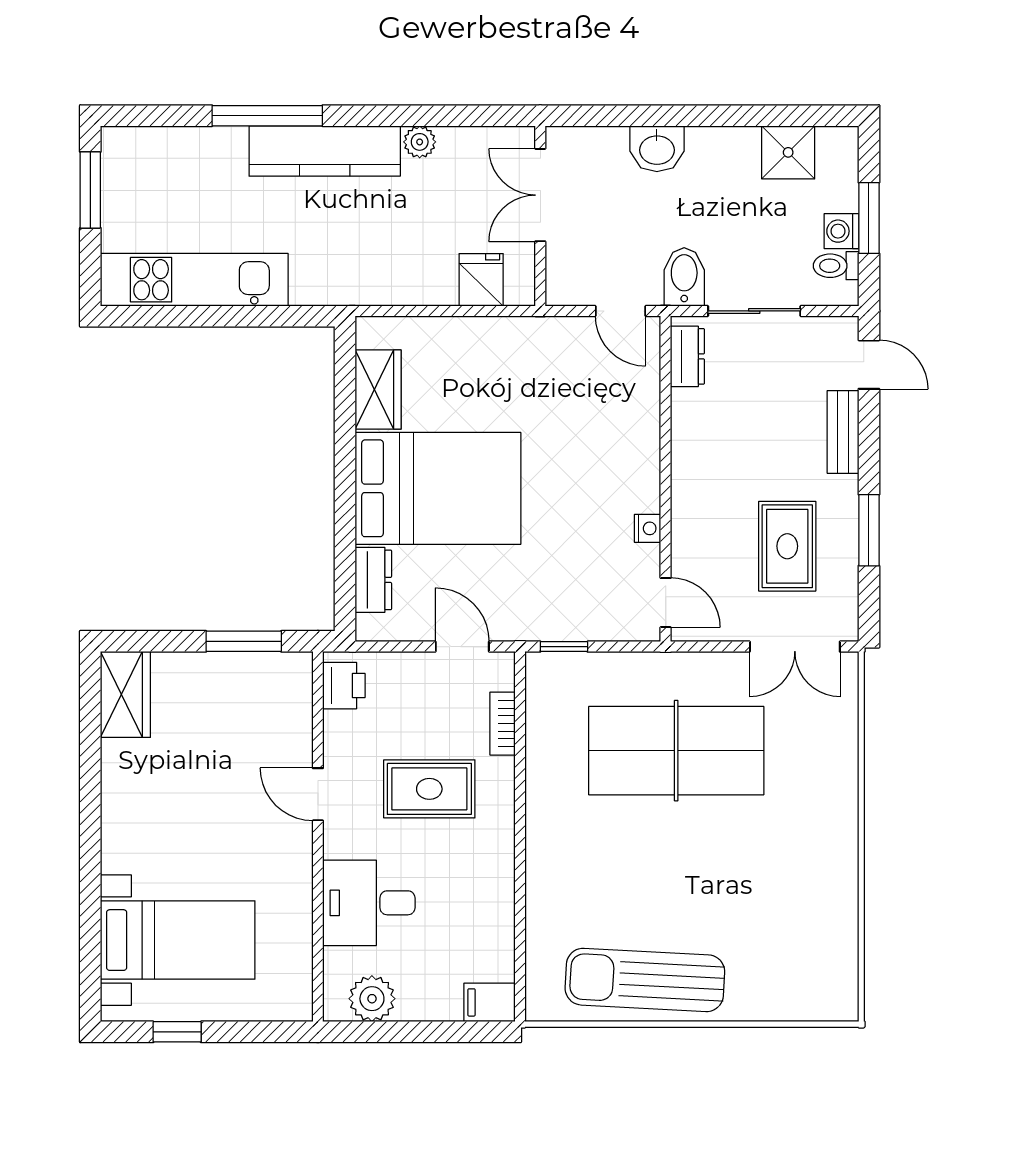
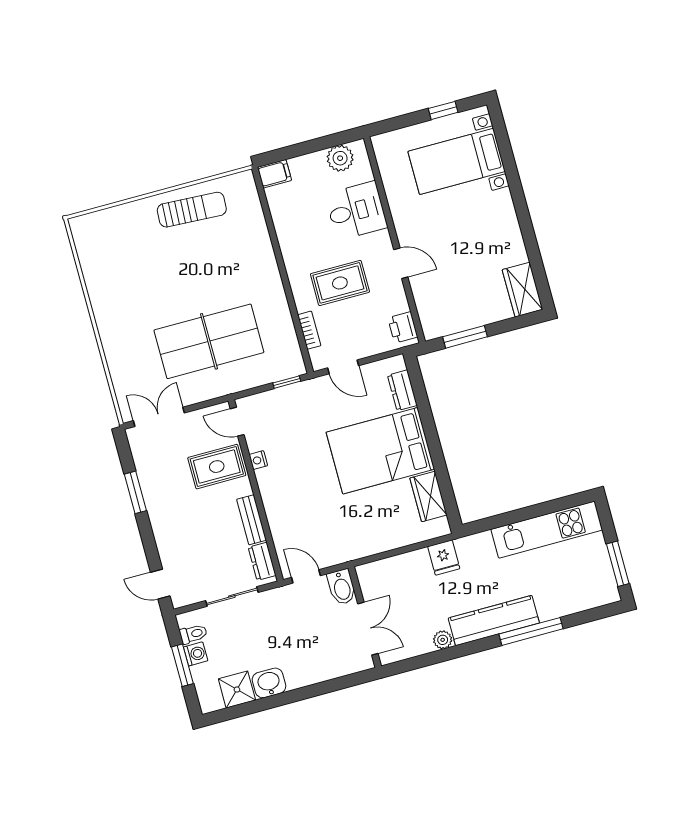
washbasin: (657, 149) -> (269, 683), moved
bidet: (684, 277) -> (342, 587), moved
fridge: (481, 280) -> (444, 558), moved
bench: (843, 432) -> (251, 520), moved
rug: (787, 546) -> (217, 467), moved, turned 90
sun lounger: (645, 980) -> (192, 210), width x0.73, depth x0.75

